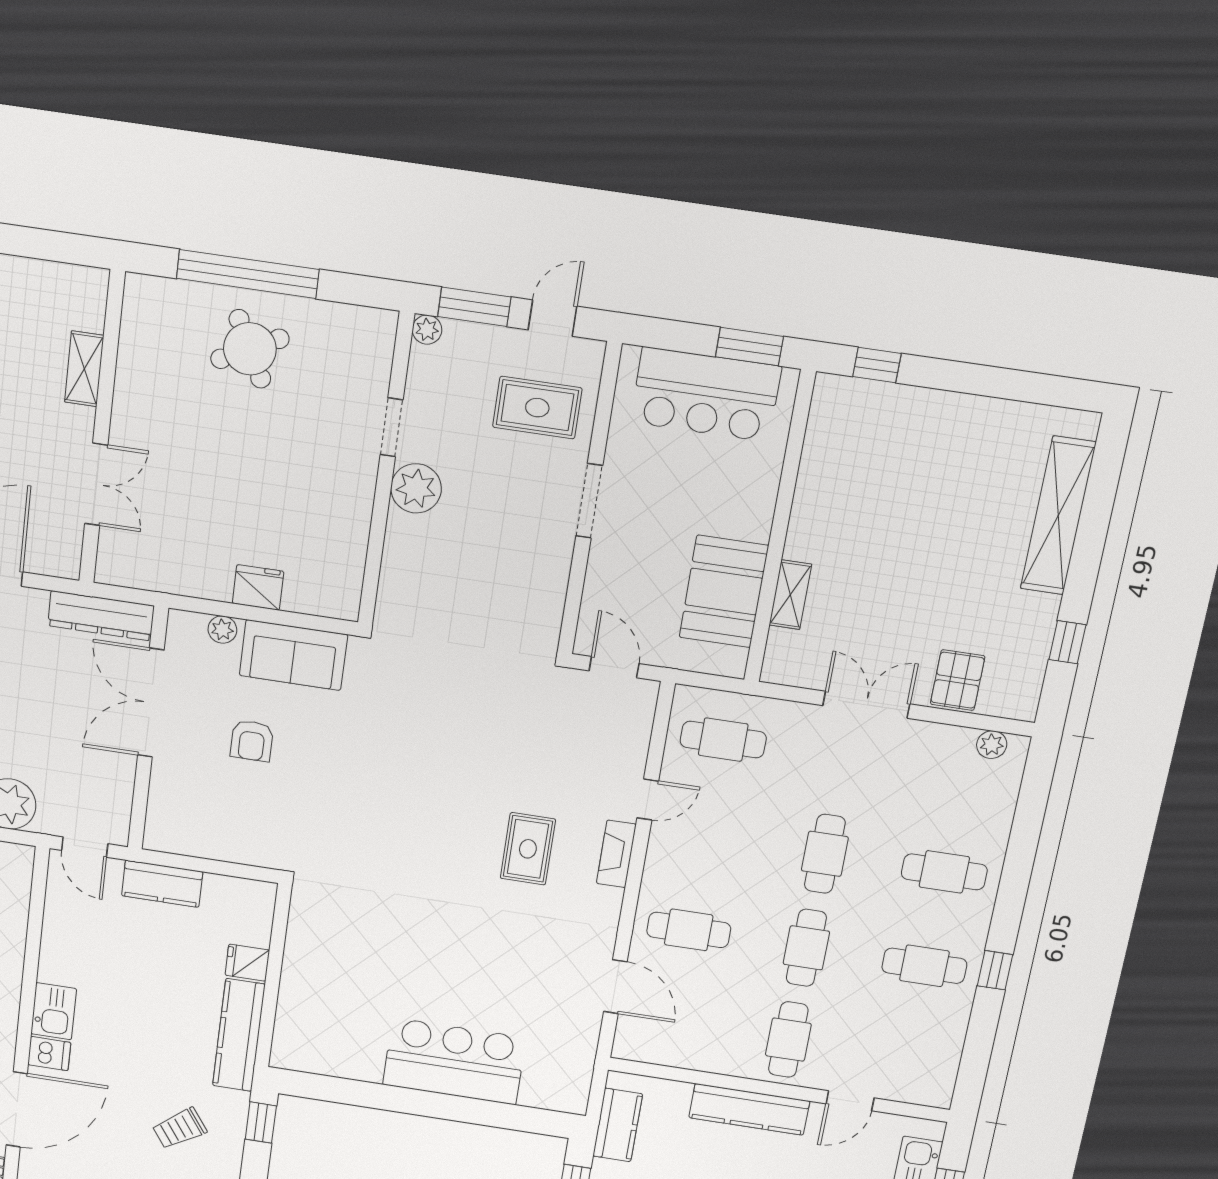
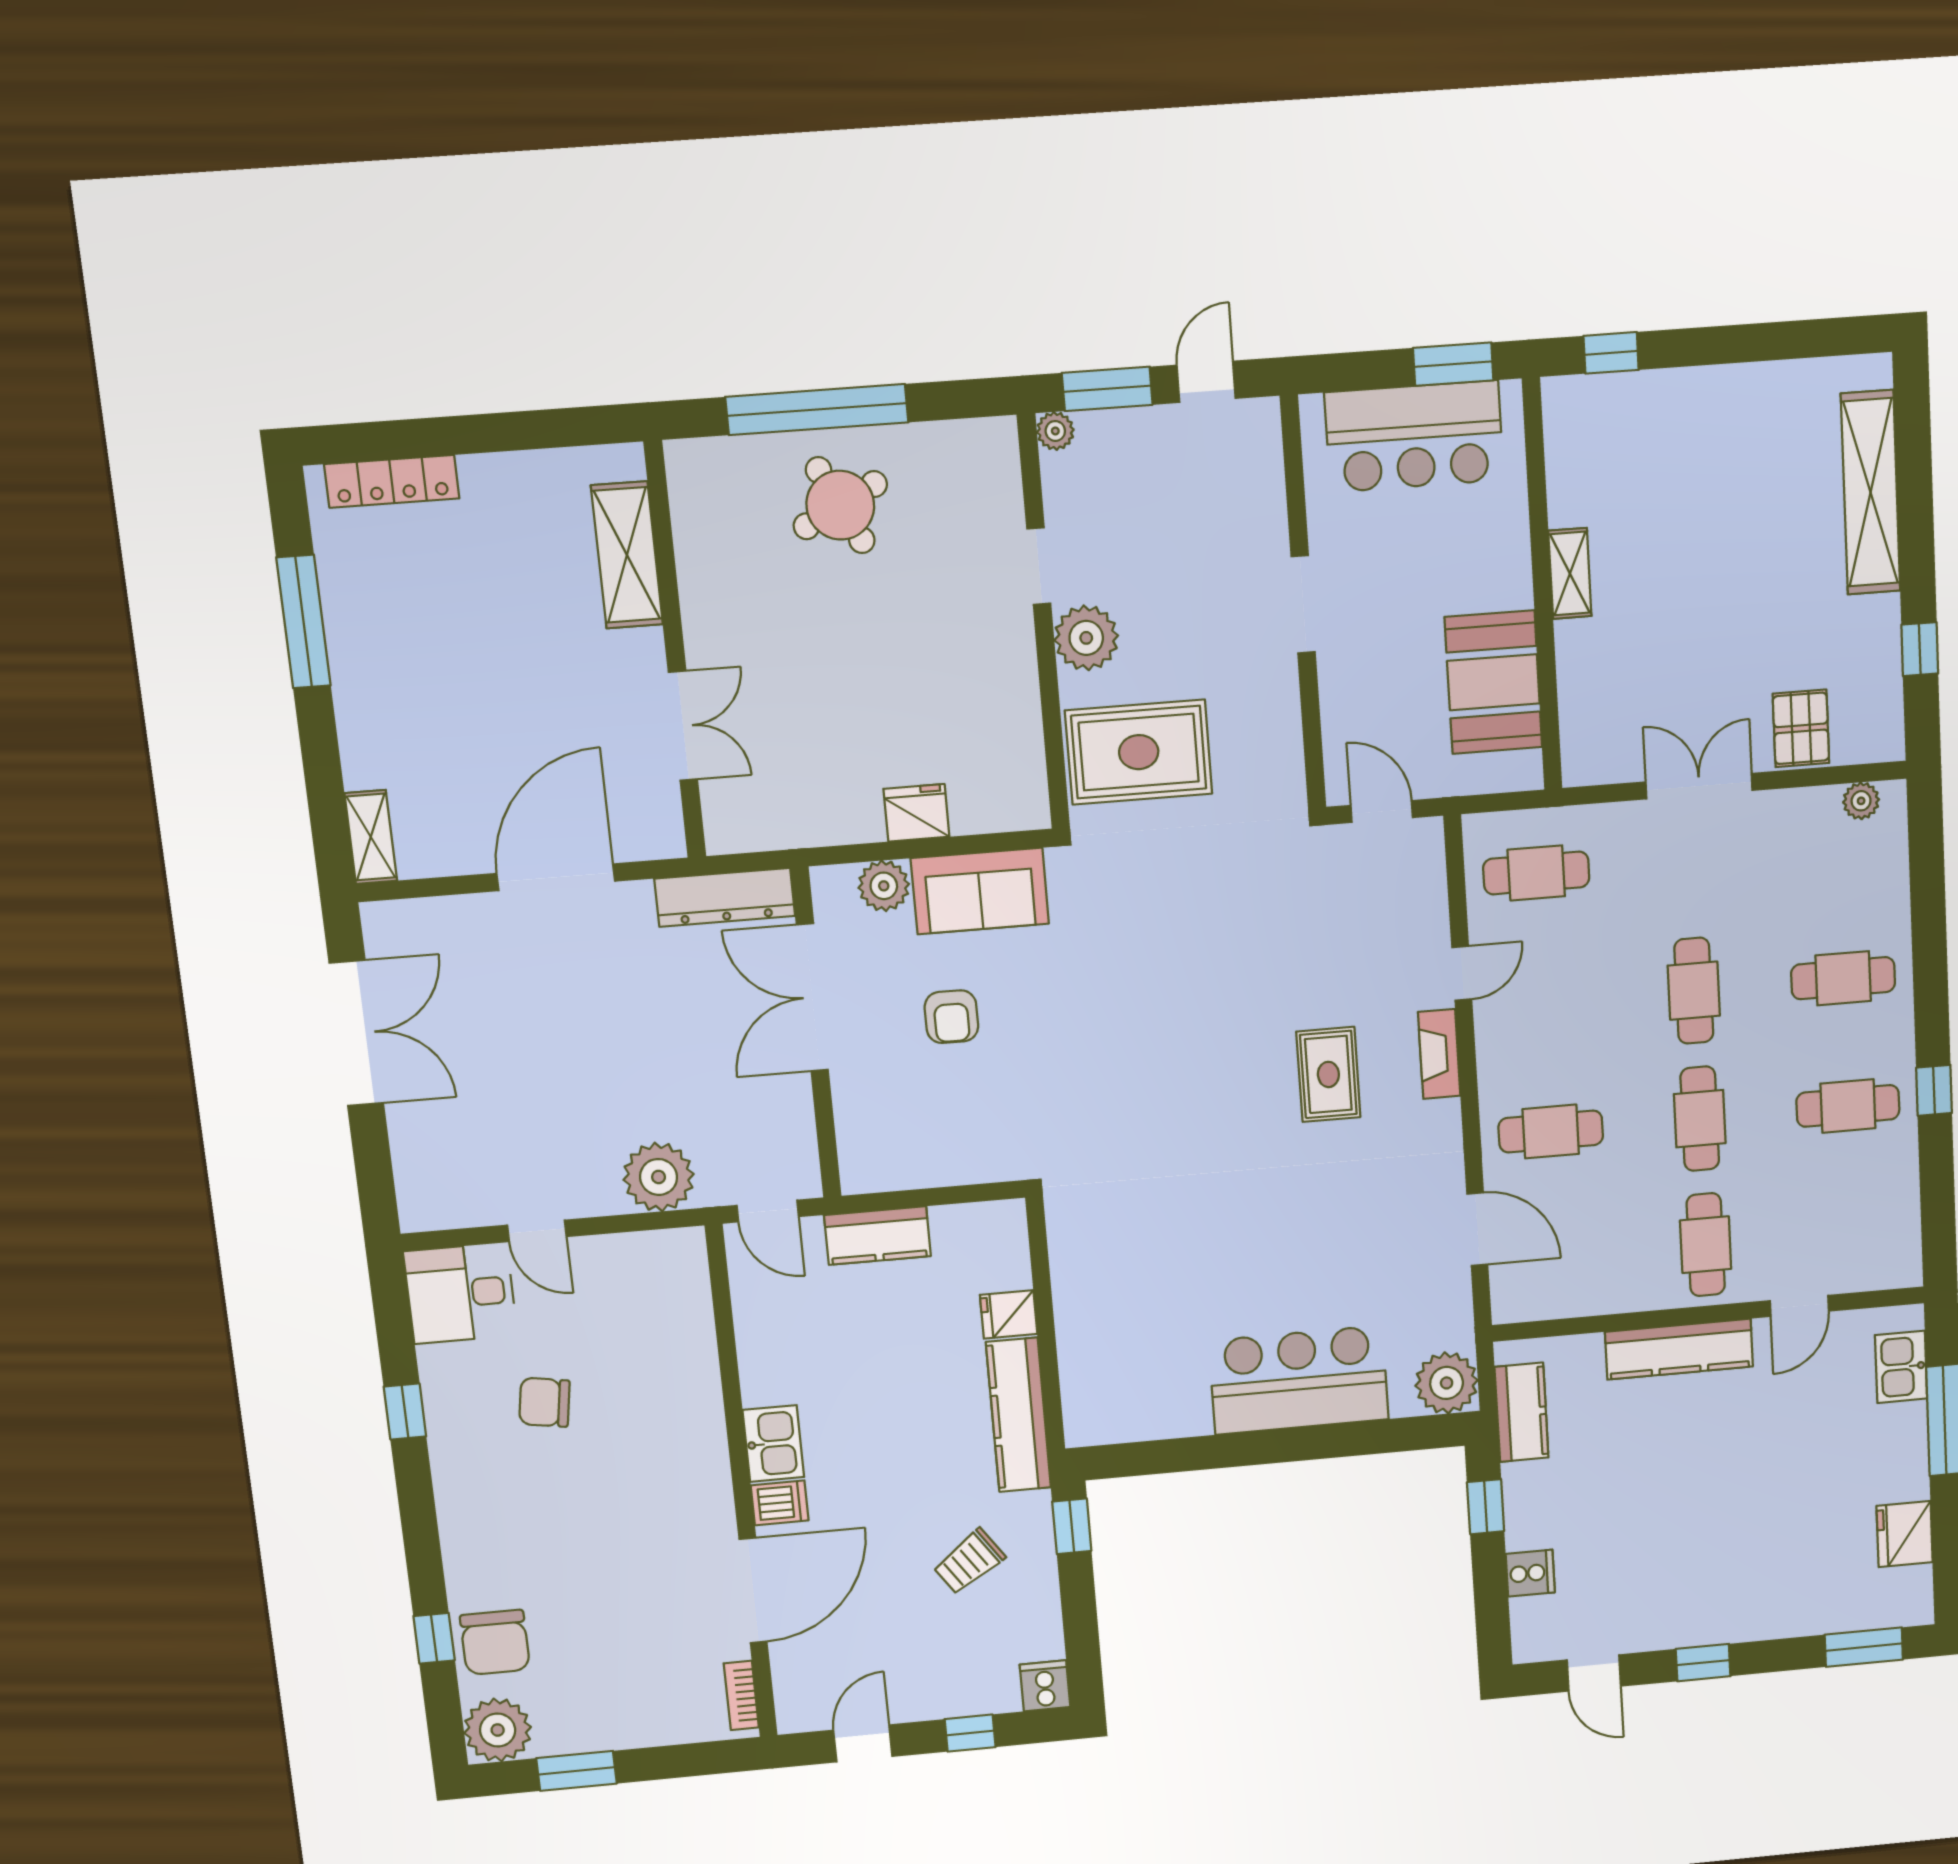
shelving: (84, 369) -> (627, 555), width x1.50, depth x1.33
rug: (537, 408) -> (1139, 752), moved, width x1.36, depth x1.43
shelving: (790, 595) -> (1570, 573), moved
plant: (222, 630) -> (884, 886), width x1.38, depth x1.38
plant: (566, 1090) -> (1447, 1383), added

